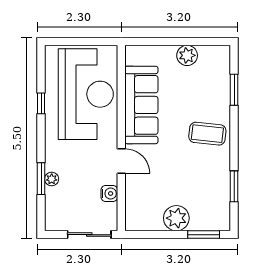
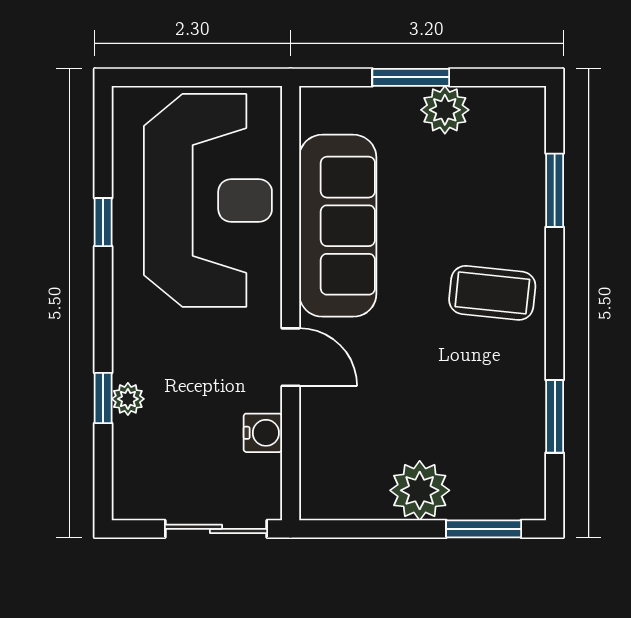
window: (173, 42) -> (411, 77), added
window: (41, 179) -> (103, 398), width x0.67

